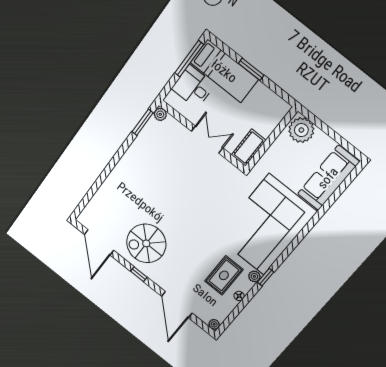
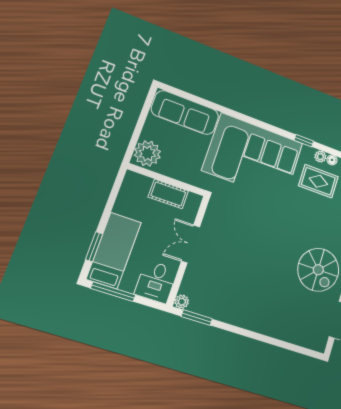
window: (251, 69) -> (94, 247), moved
desk: (193, 87) -> (156, 282), moved
cot: (249, 148) -> (168, 194), moved
plant: (254, 276) -> (320, 157), moved

